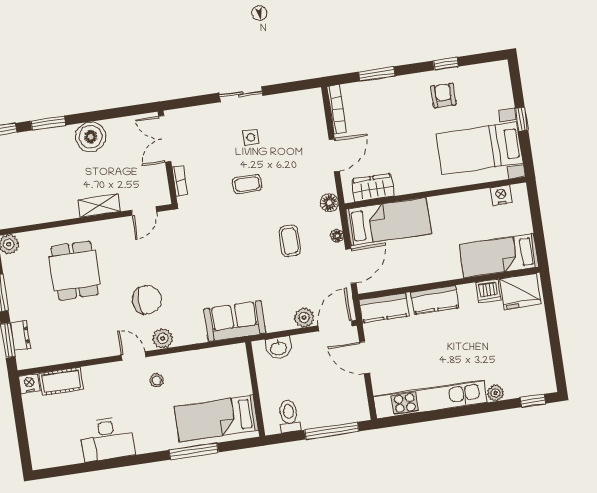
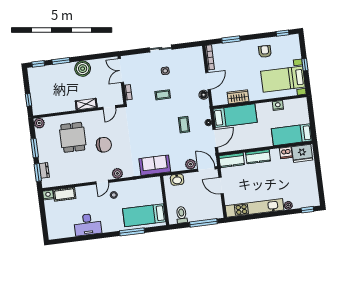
window: (446, 64) -> (283, 33), moved
wardrobe: (373, 188) -> (238, 97), moved
nightstand: (501, 195) -> (278, 105), moved
floor lamp: (329, 203) -> (204, 95), moved
chair: (147, 300) -> (104, 145), moved
door: (335, 326) -> (206, 169), hinge flipped
door: (134, 356) -> (102, 182), swing flipped

